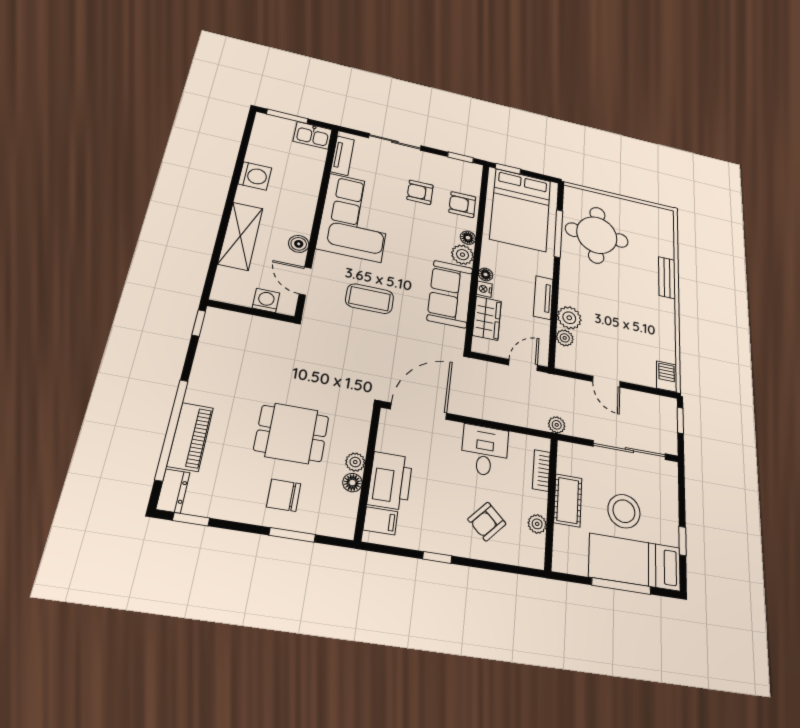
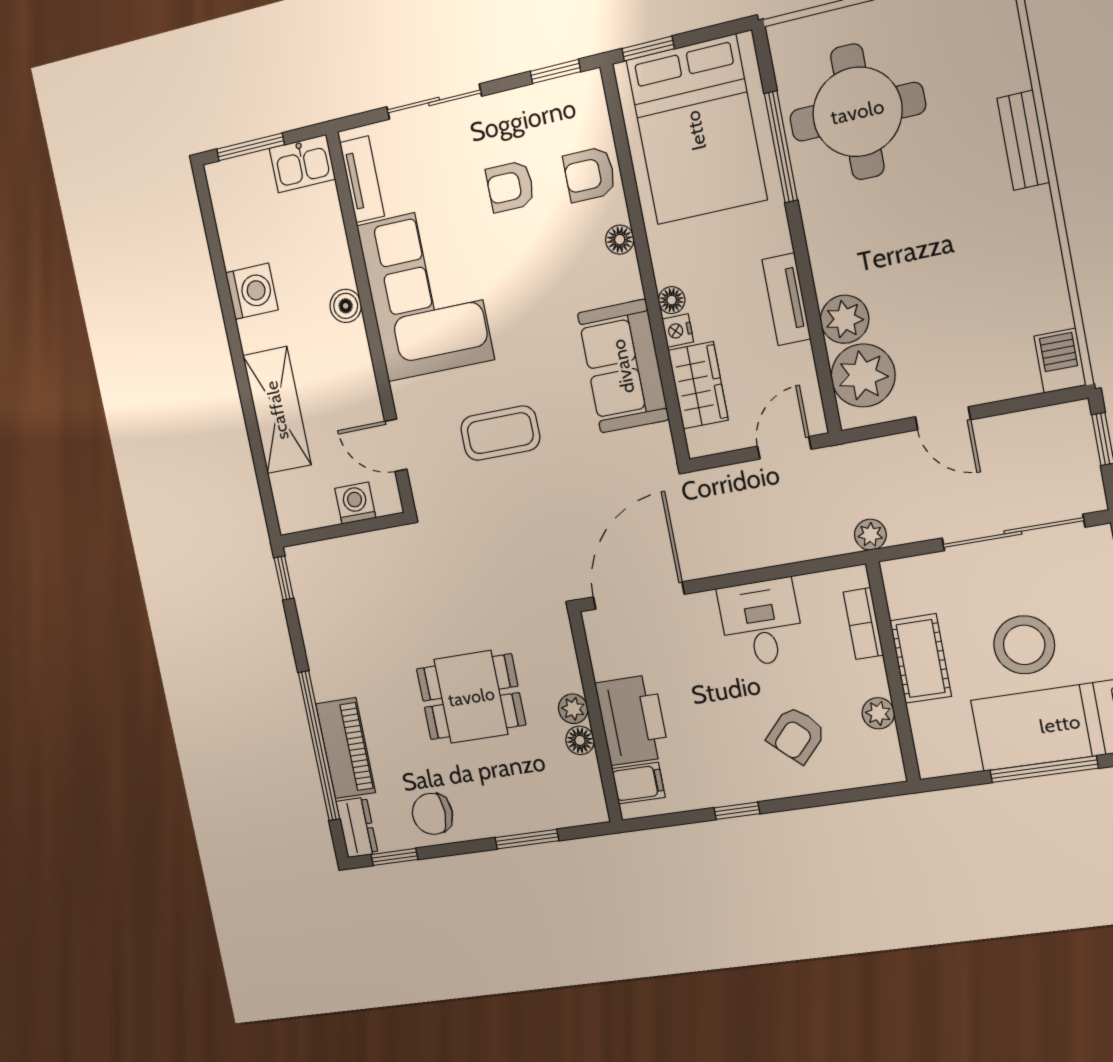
boiler: (299, 244) -> (346, 306), moved
plant: (463, 255) -> (621, 279), removed
plant: (565, 338) -> (863, 375), width x1.87, depth x1.87
chair: (284, 495) -> (432, 814), moved

